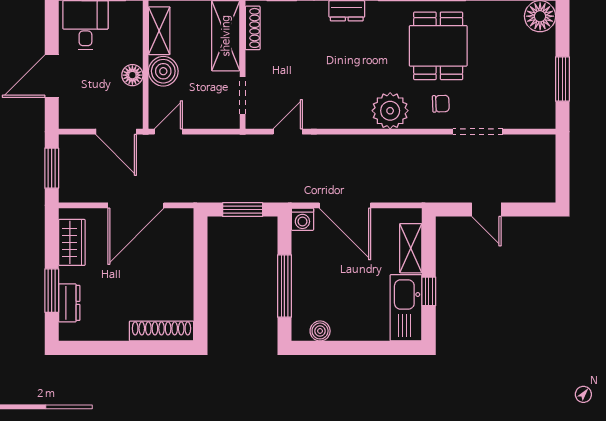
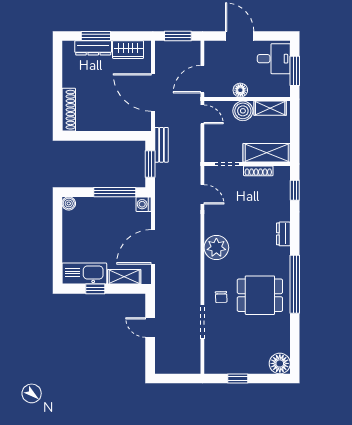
shoe rack: (253, 28) -> (258, 171), moved
window: (562, 79) -> (238, 379), width x0.67
plant: (390, 111) -> (216, 248), moved
bench: (214, 193) -> (161, 145), added
door: (345, 205) -> (153, 247), moved
door: (486, 210) -> (150, 328), hinge flipped
window: (284, 286) -> (115, 192), moved
dresser: (69, 303) -> (93, 48), width x1.44
boiler: (320, 331) -> (69, 203), moved

